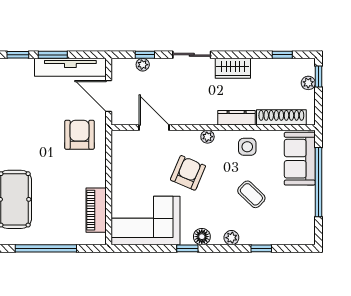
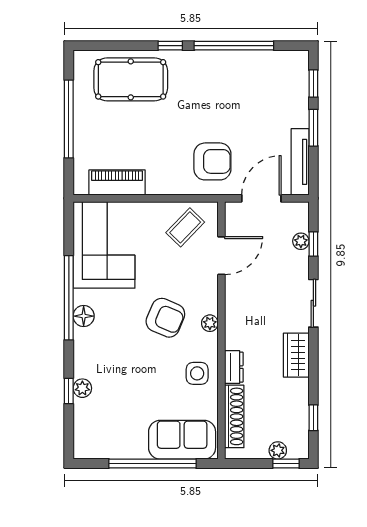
tv unit: (70, 67) -> (300, 162), width x0.73, depth x0.78
dresser: (237, 118) -> (234, 367), width x0.70
armchair: (188, 173) -> (165, 318), moved
coffee table: (251, 194) -> (185, 227), moved
plant: (231, 238) -> (82, 388), moved
window: (187, 248) -> (69, 298), width x3.17

